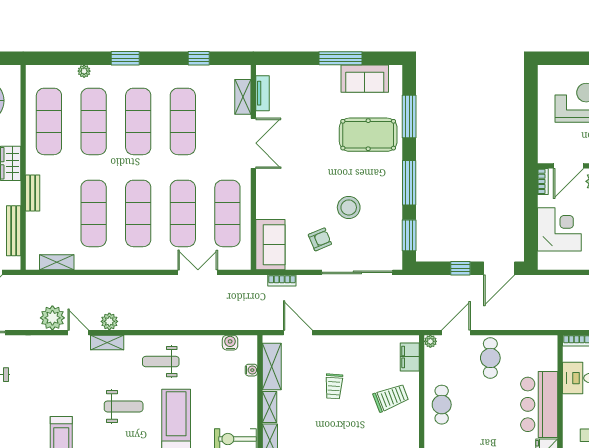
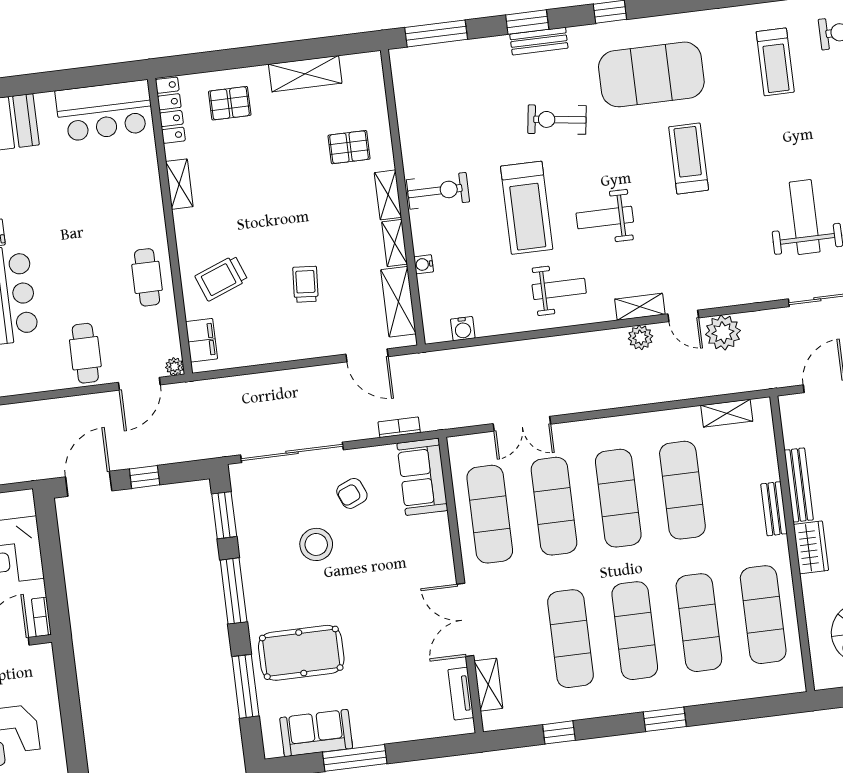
plant: (84, 71) -> (722, 693), removed
bench: (14, 231) -> (799, 485), moved
water cooler: (251, 370) -> (424, 264), moved

